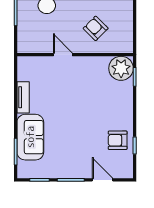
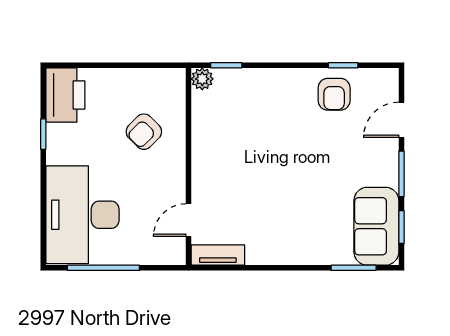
door: (63, 55) -> (189, 220), moved
plant: (121, 68) -> (202, 79), width x0.53, depth x0.53
tv unit: (23, 97) -> (218, 255), moved
sofa: (30, 137) -> (376, 226), moved, turned -90

